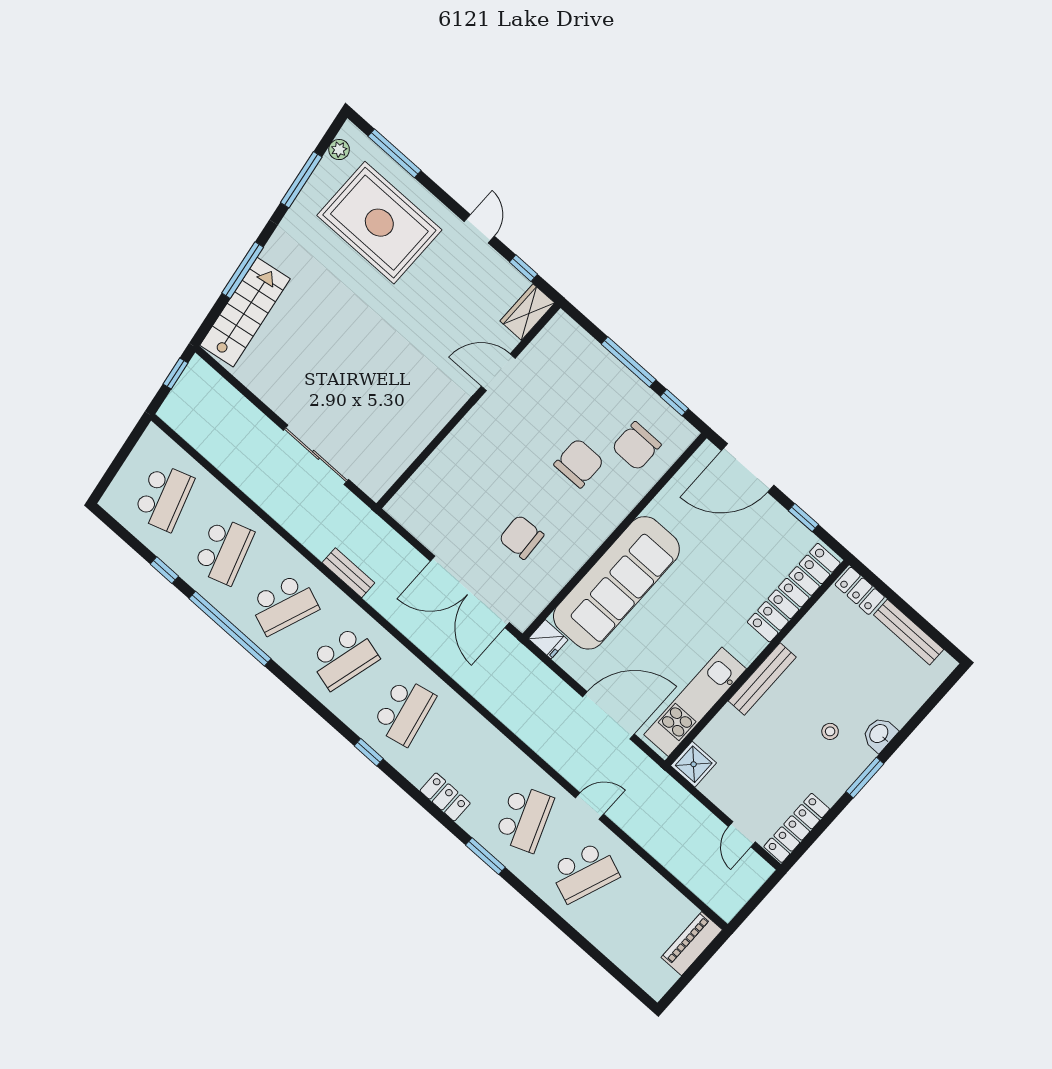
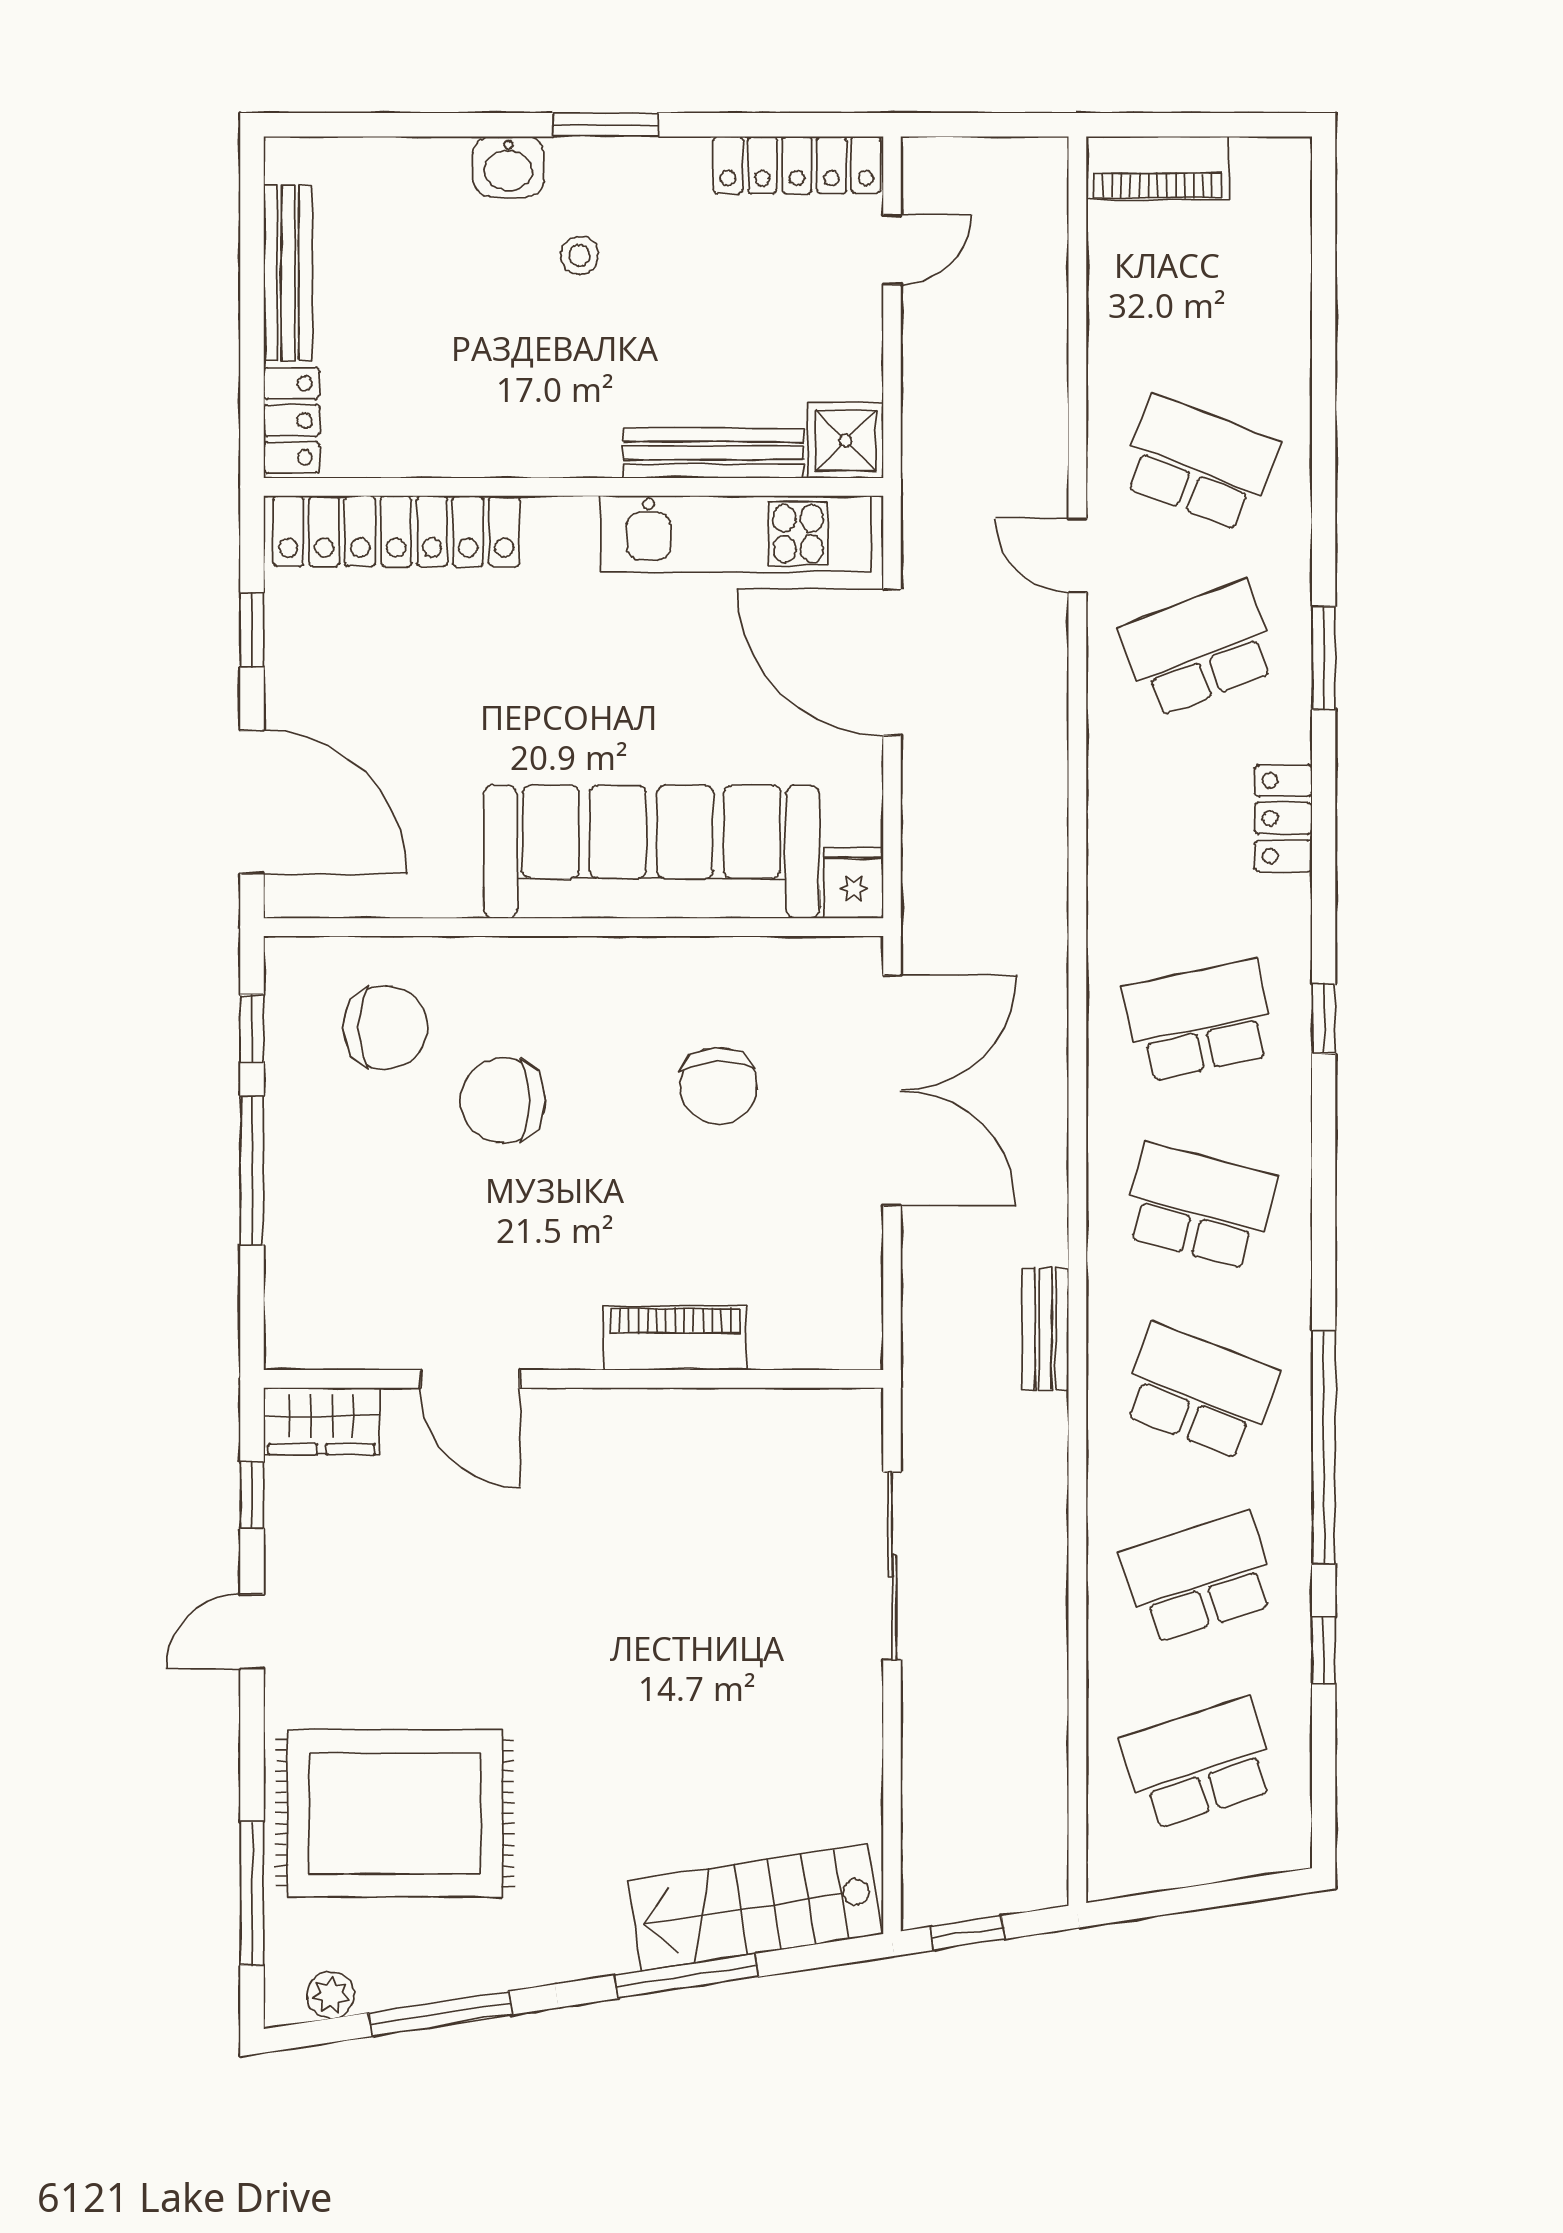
rug: (379, 223) -> (395, 1813), turned 90
piano: (452, 450) -> (675, 1338), added
bench: (762, 679) -> (713, 453), moved

